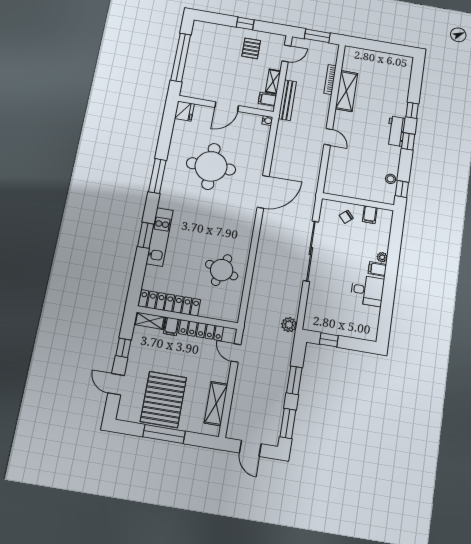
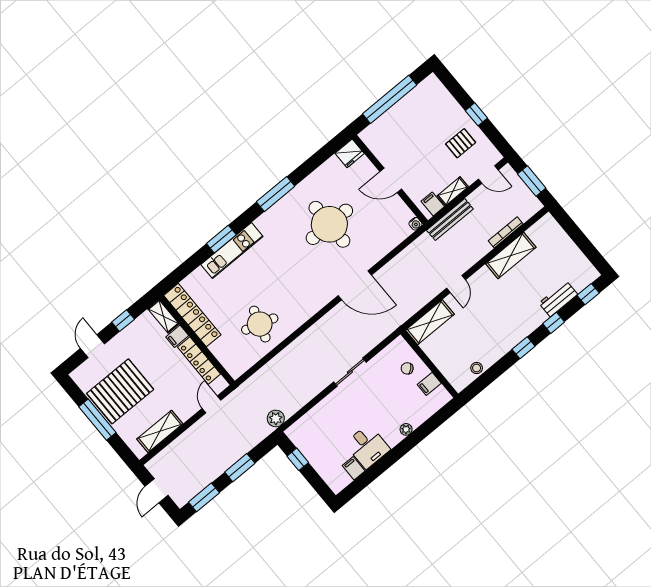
workbench: (396, 131) -> (558, 299), moved
shelving: (334, 175) -> (430, 322), added
window: (402, 189) -> (588, 294), moved
sliding door: (311, 251) -> (350, 372), width x0.54
filing cabinet: (377, 269) -> (354, 468), moved

